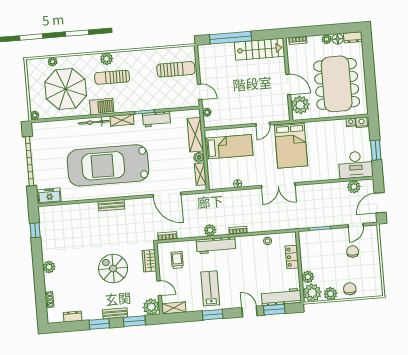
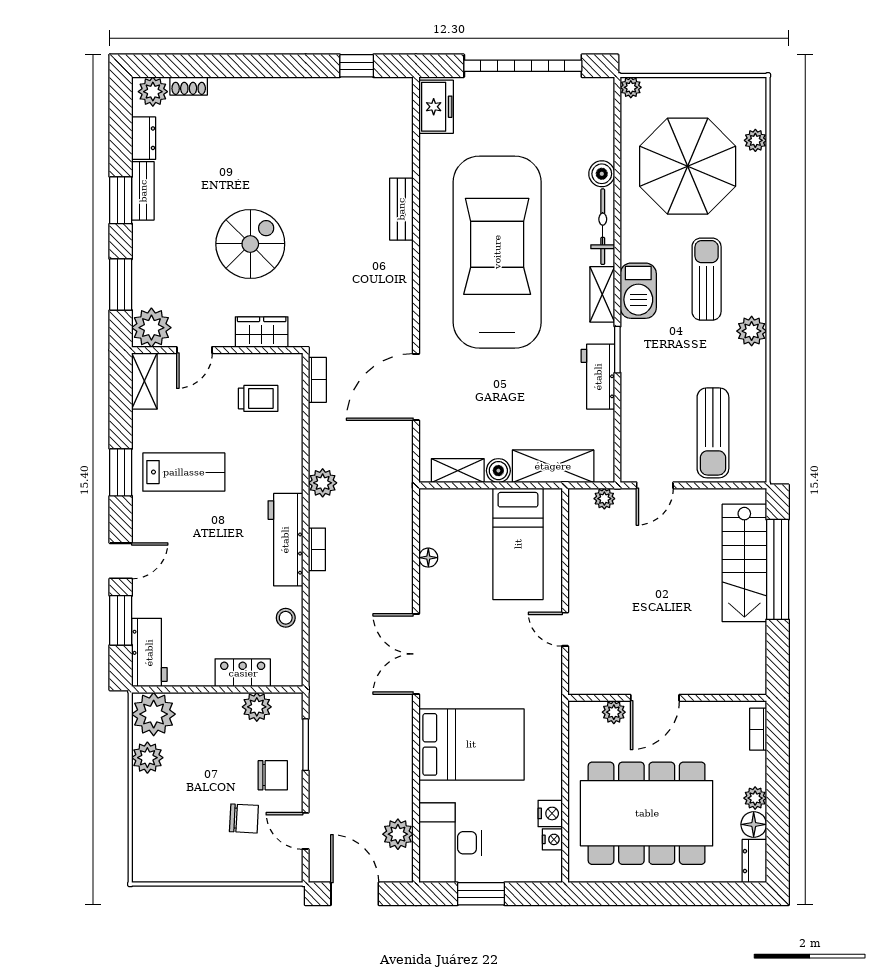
stairs: (260, 49) -> (744, 563), moved
plant: (107, 59) -> (752, 331), moved
plant: (300, 105) -> (614, 712), width x0.53, depth x0.53
barbecue: (102, 107) -> (638, 291), moved
nightstand: (362, 122) -> (550, 813), moved
boiler: (72, 124) -> (602, 174), added
bed: (291, 145) -> (471, 744), moved, turned 180
bench: (111, 205) -> (401, 209), moved
workbench: (216, 245) -> (285, 540), moved
plant: (49, 267) -> (153, 92), moved
plant: (308, 277) -> (257, 707), moved
chair: (350, 289) -> (273, 775), moved
workbench: (281, 297) -> (149, 653), width x0.73
bench: (115, 313) -> (143, 191), moved

